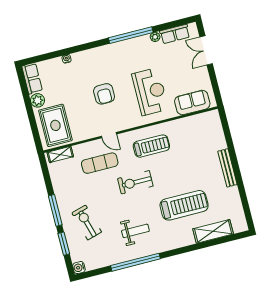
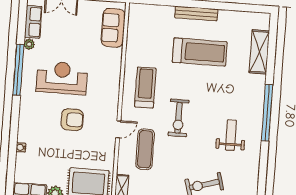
reception desk: (150, 92) -> (62, 78), moved
treadmill: (184, 205) -> (200, 52), moved, turned 90
window: (136, 262) -> (267, 113), moved

